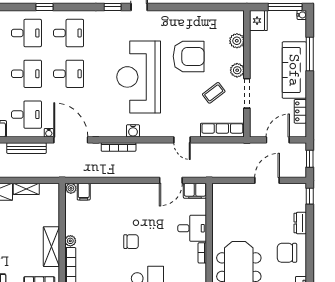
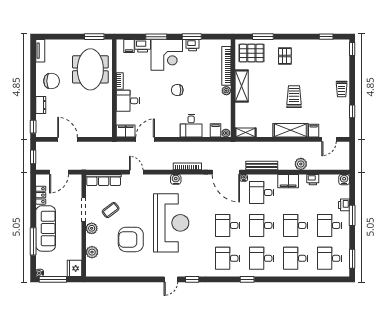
door: (267, 180) -> (68, 139), swing flipped
shelving: (26, 189) -> (246, 133), moved
desk: (114, 197) -> (191, 126), added

